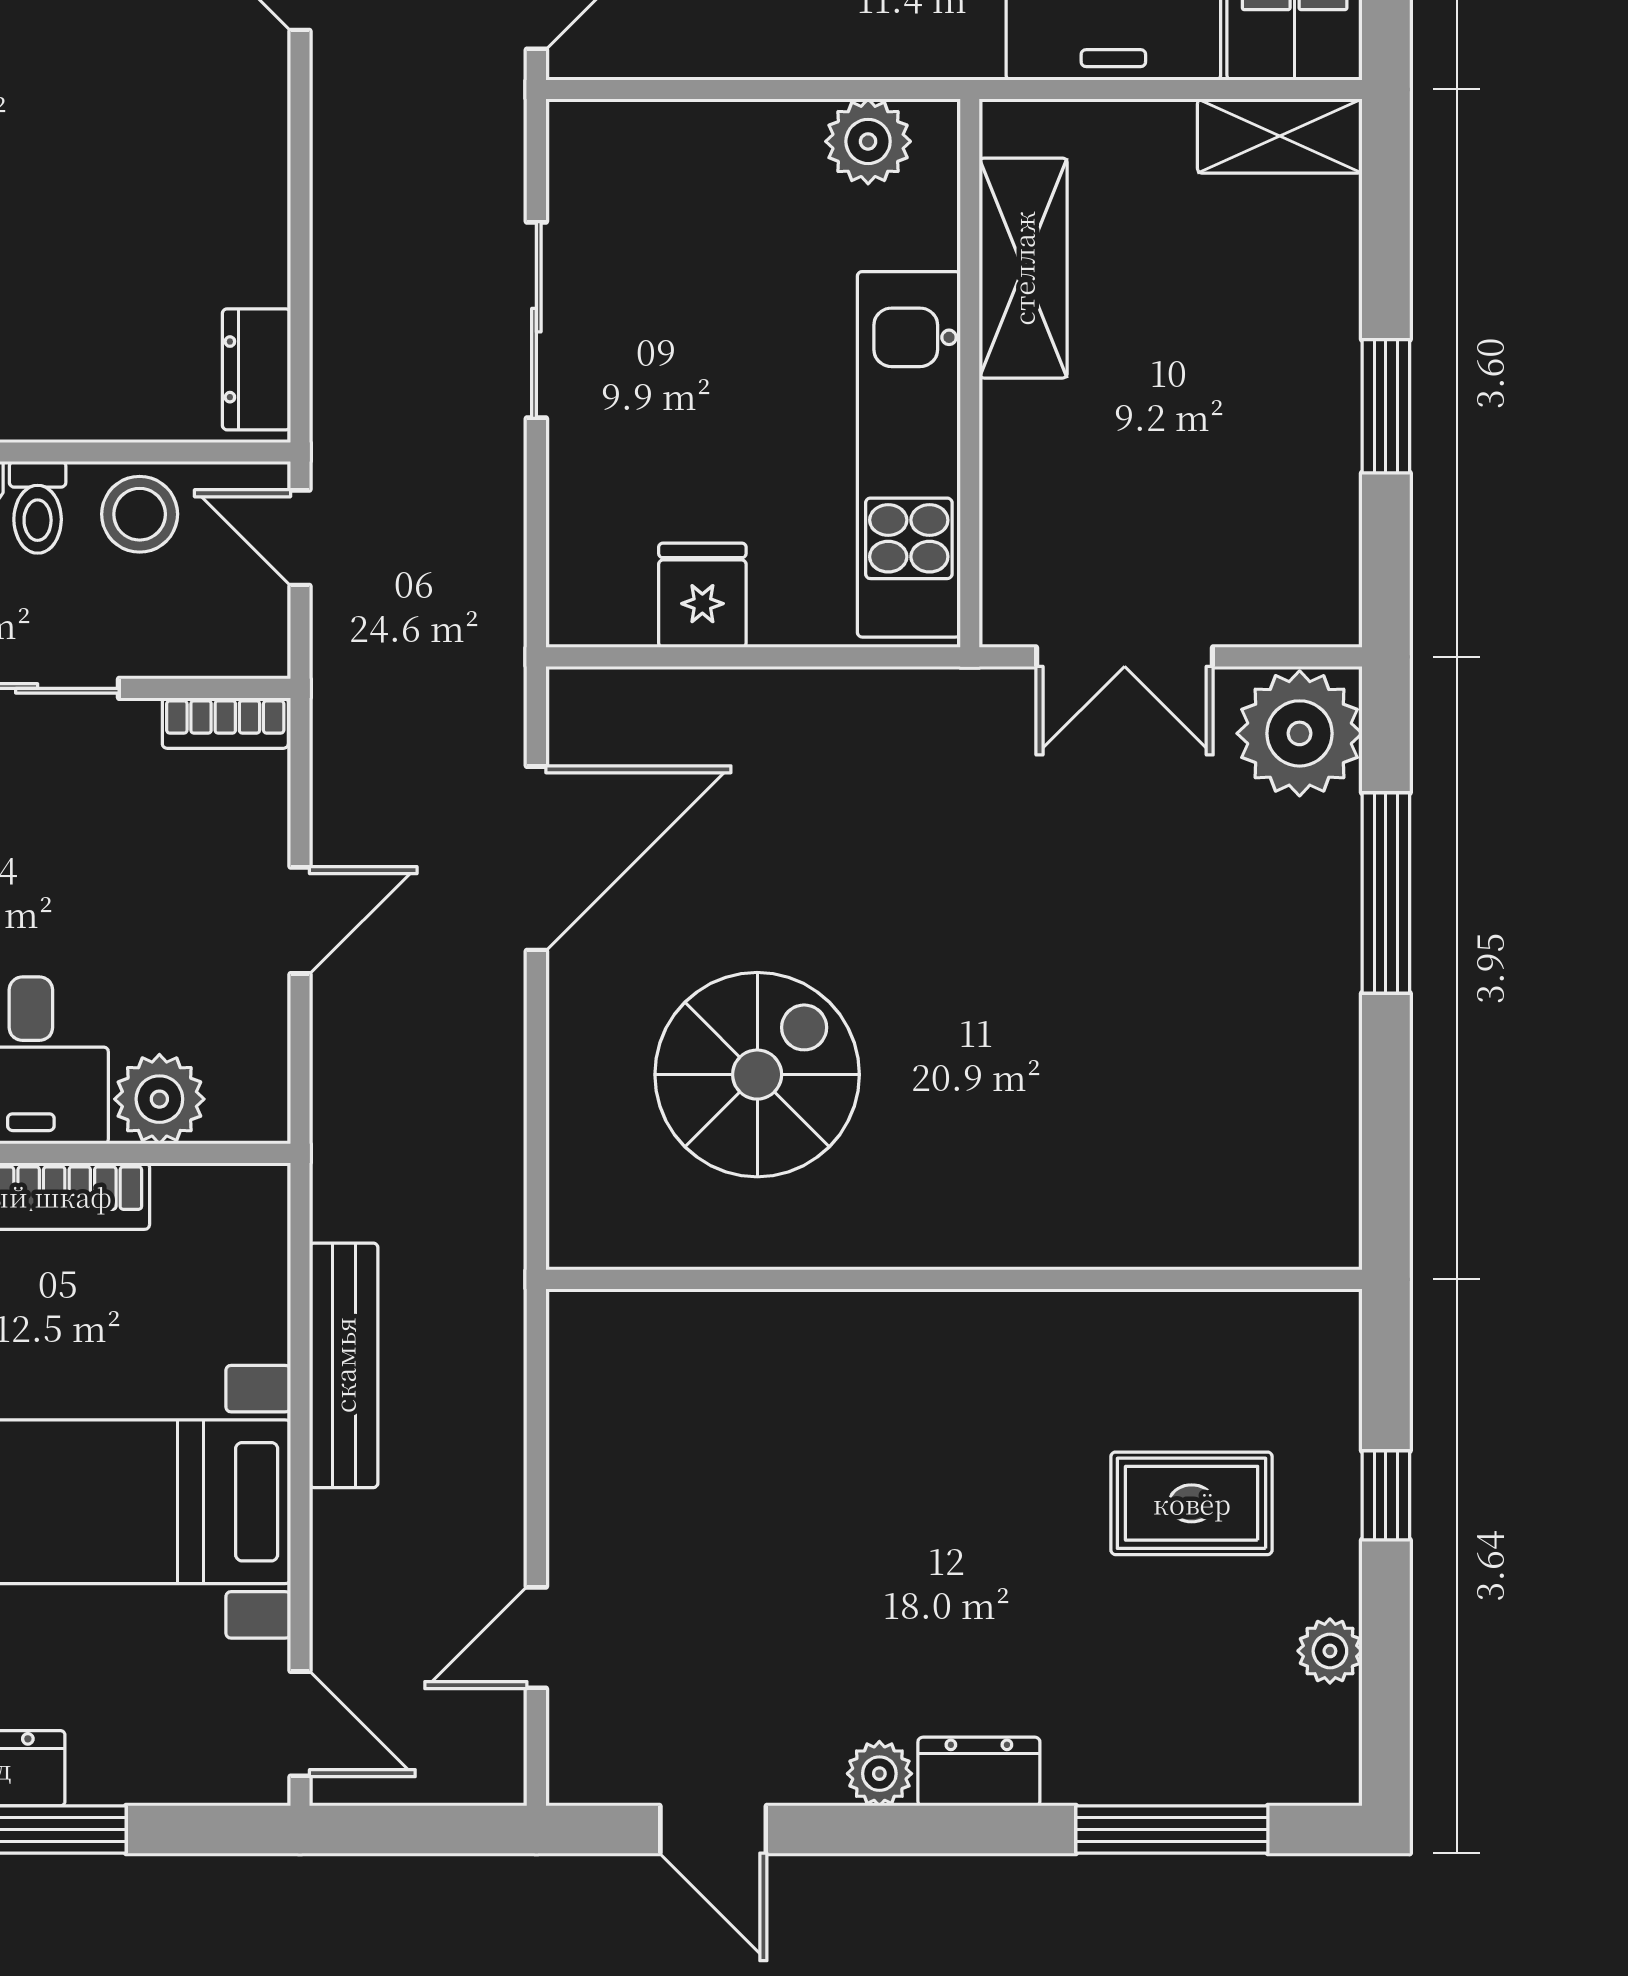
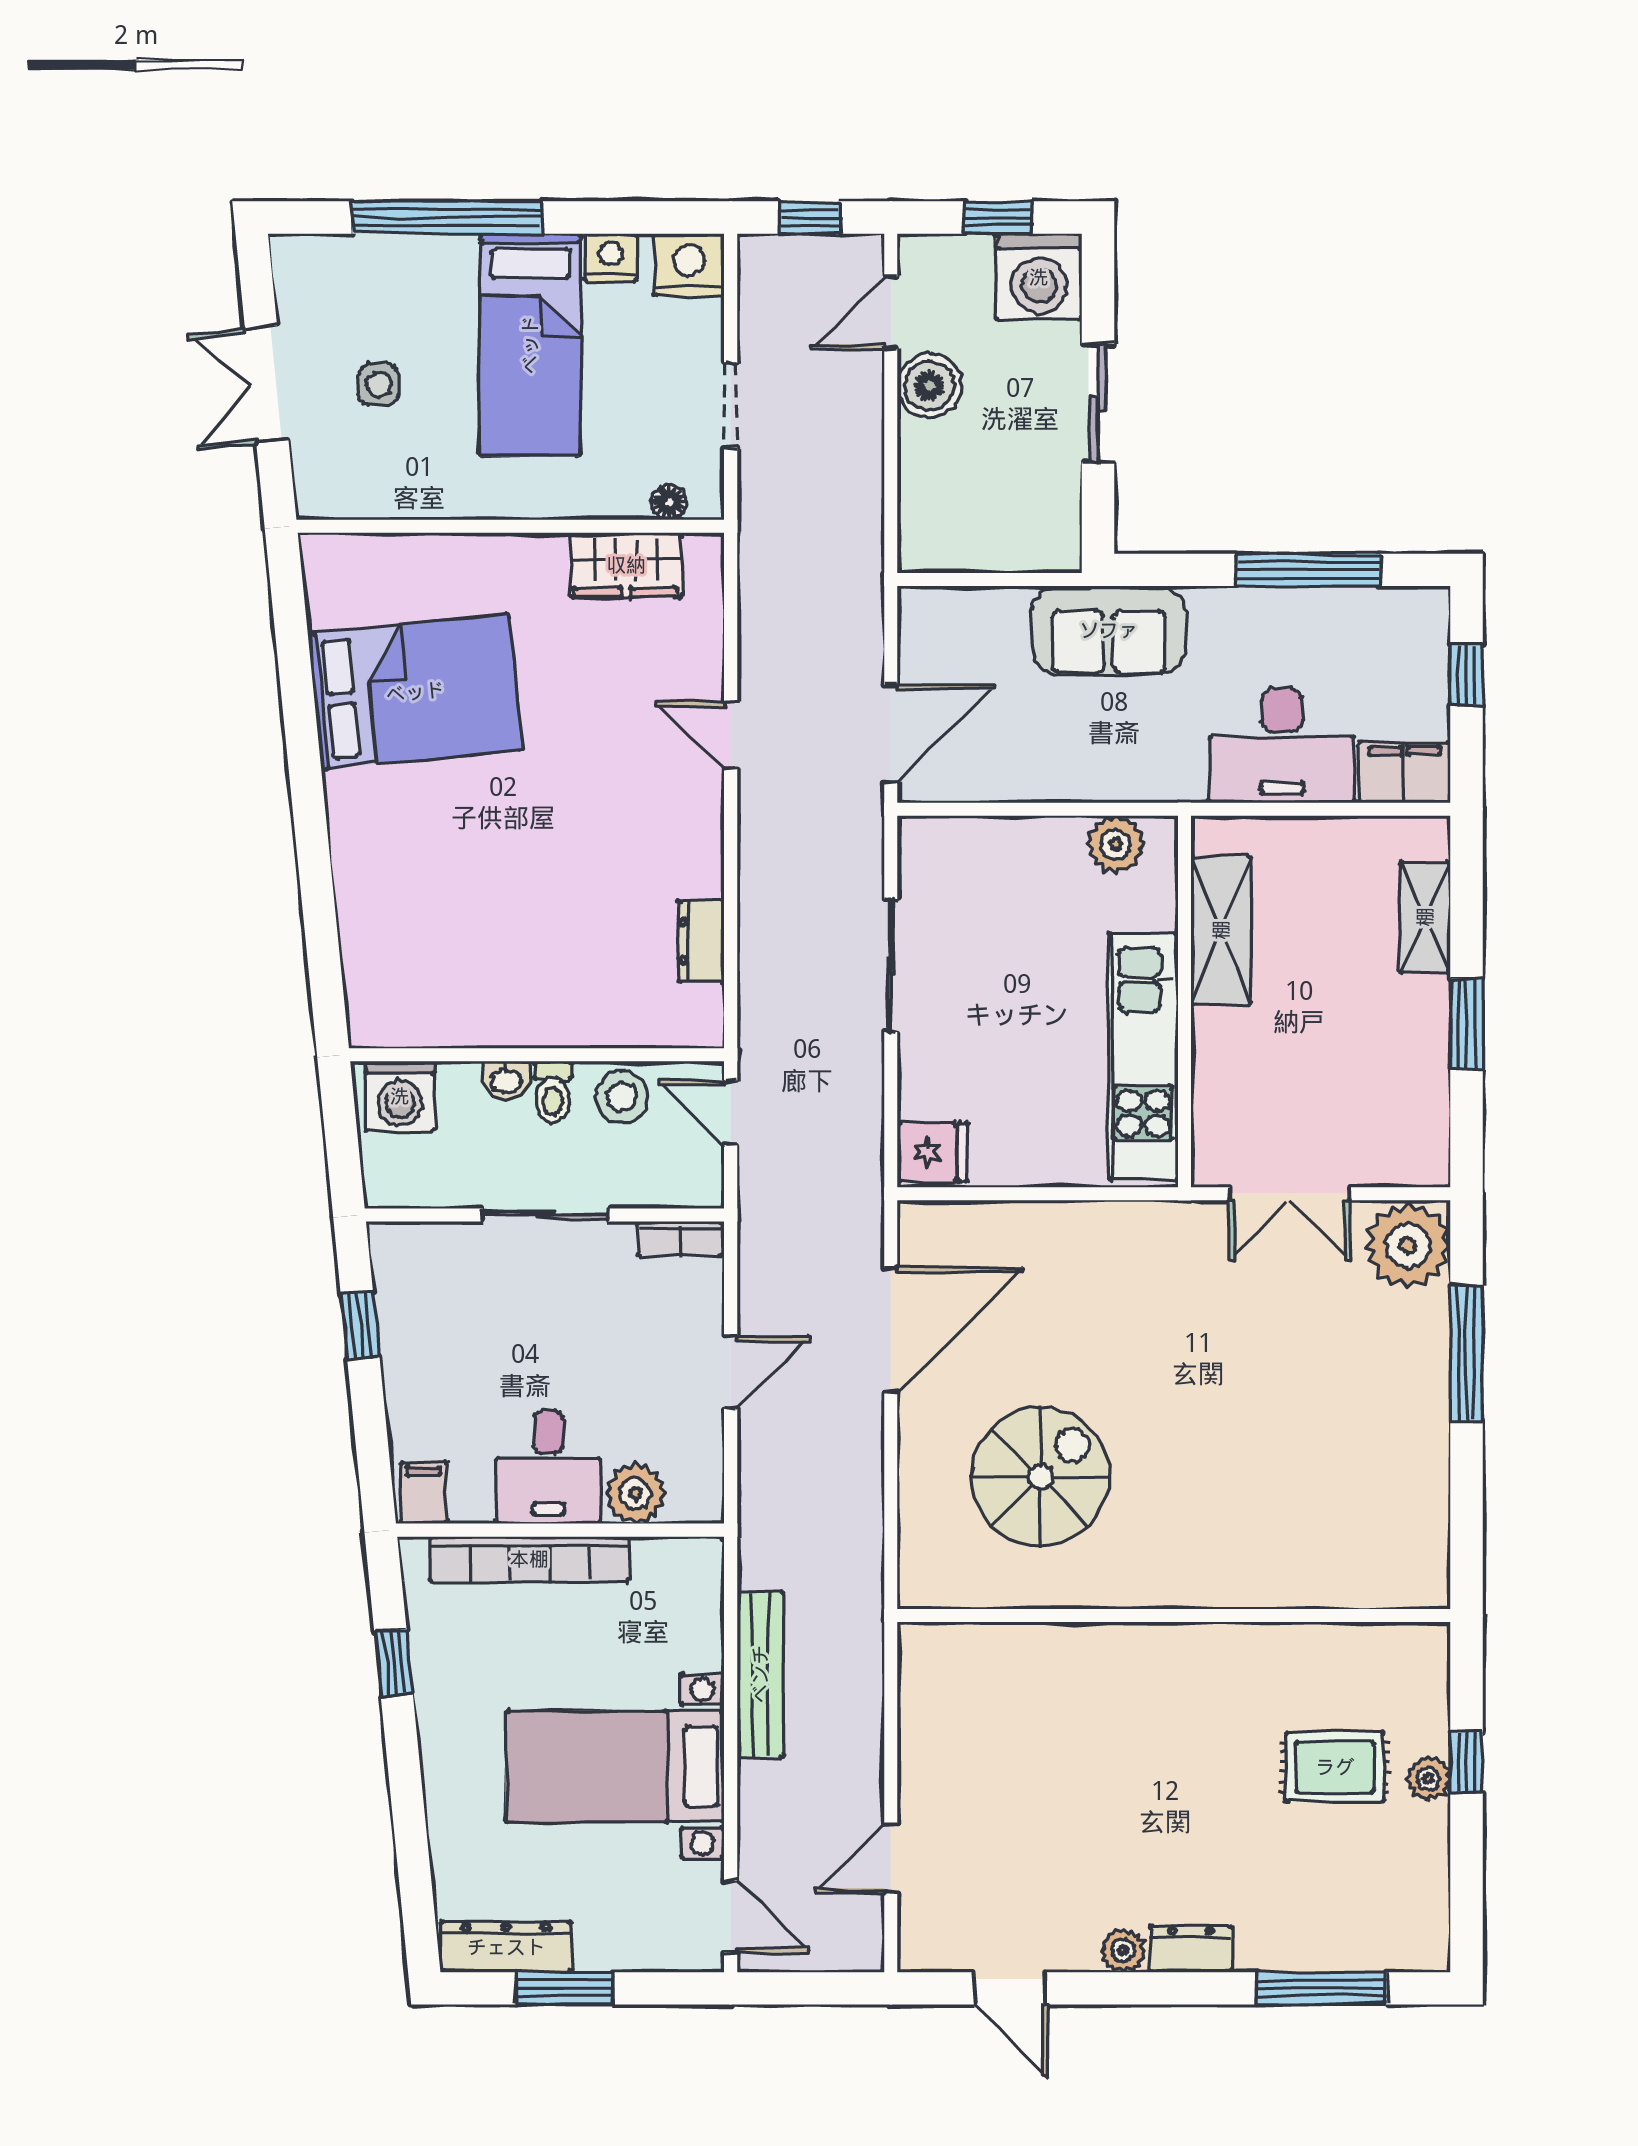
shelving: (1280, 136) -> (1425, 917), moved, turned 90
dresser: (256, 369) -> (701, 941), moved
fridge: (702, 595) -> (933, 1152), moved, turned 90
plant: (1330, 1651) -> (1429, 1779), moved

